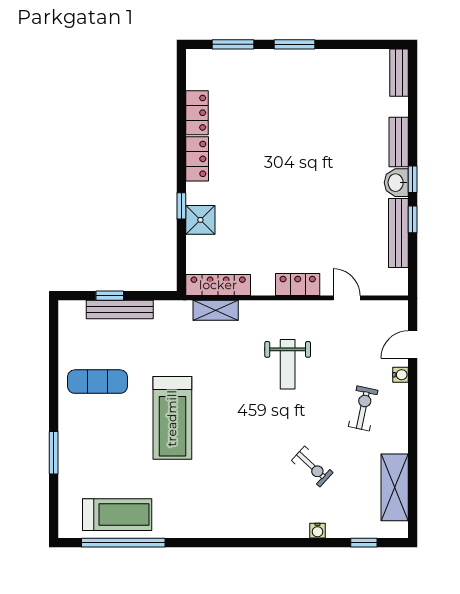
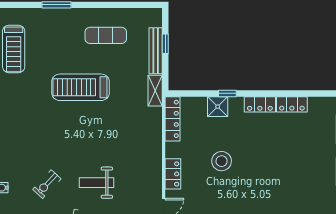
stool: (279, 214) -> (222, 161), added
shelving: (216, 310) -> (155, 91), moved
weight bench: (288, 364) -> (96, 183), moved
exercise mat: (98, 382) -> (106, 35), turned 90

